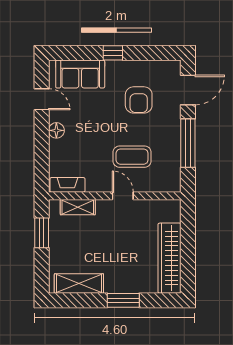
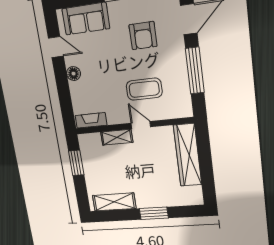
shelving: (78, 207) -> (117, 137), moved
wardrobe: (170, 258) -> (188, 155), moved

